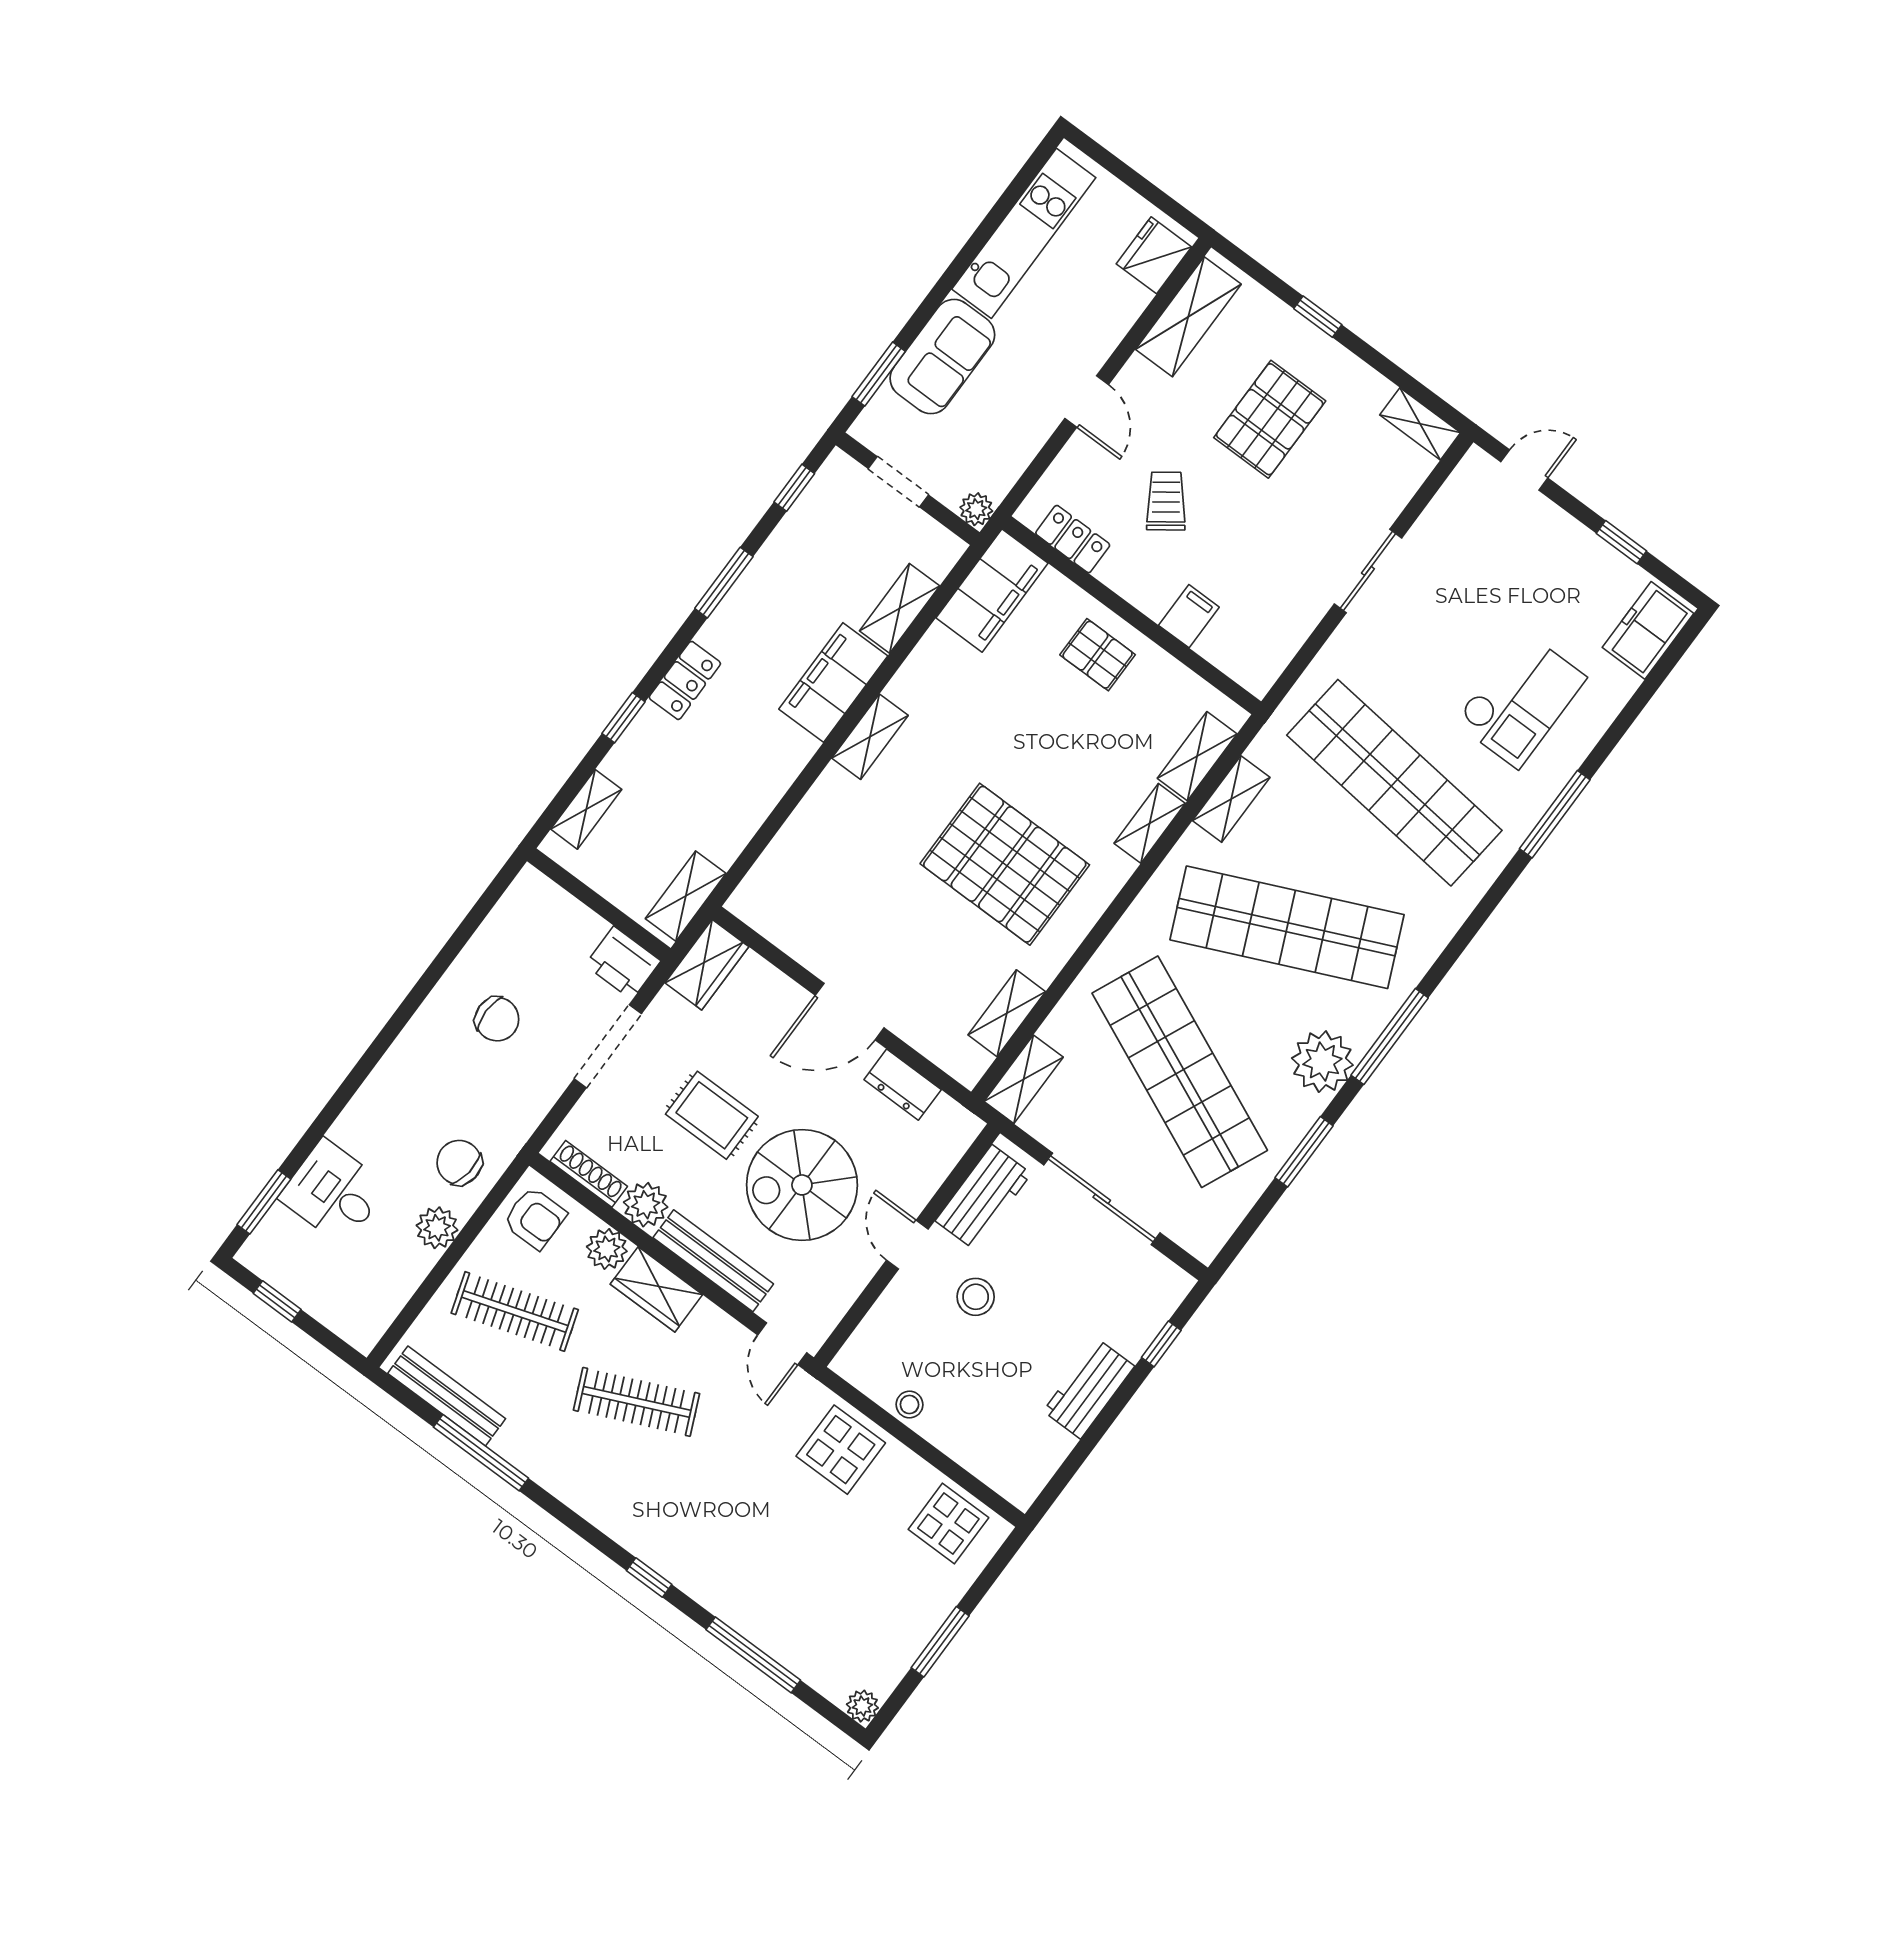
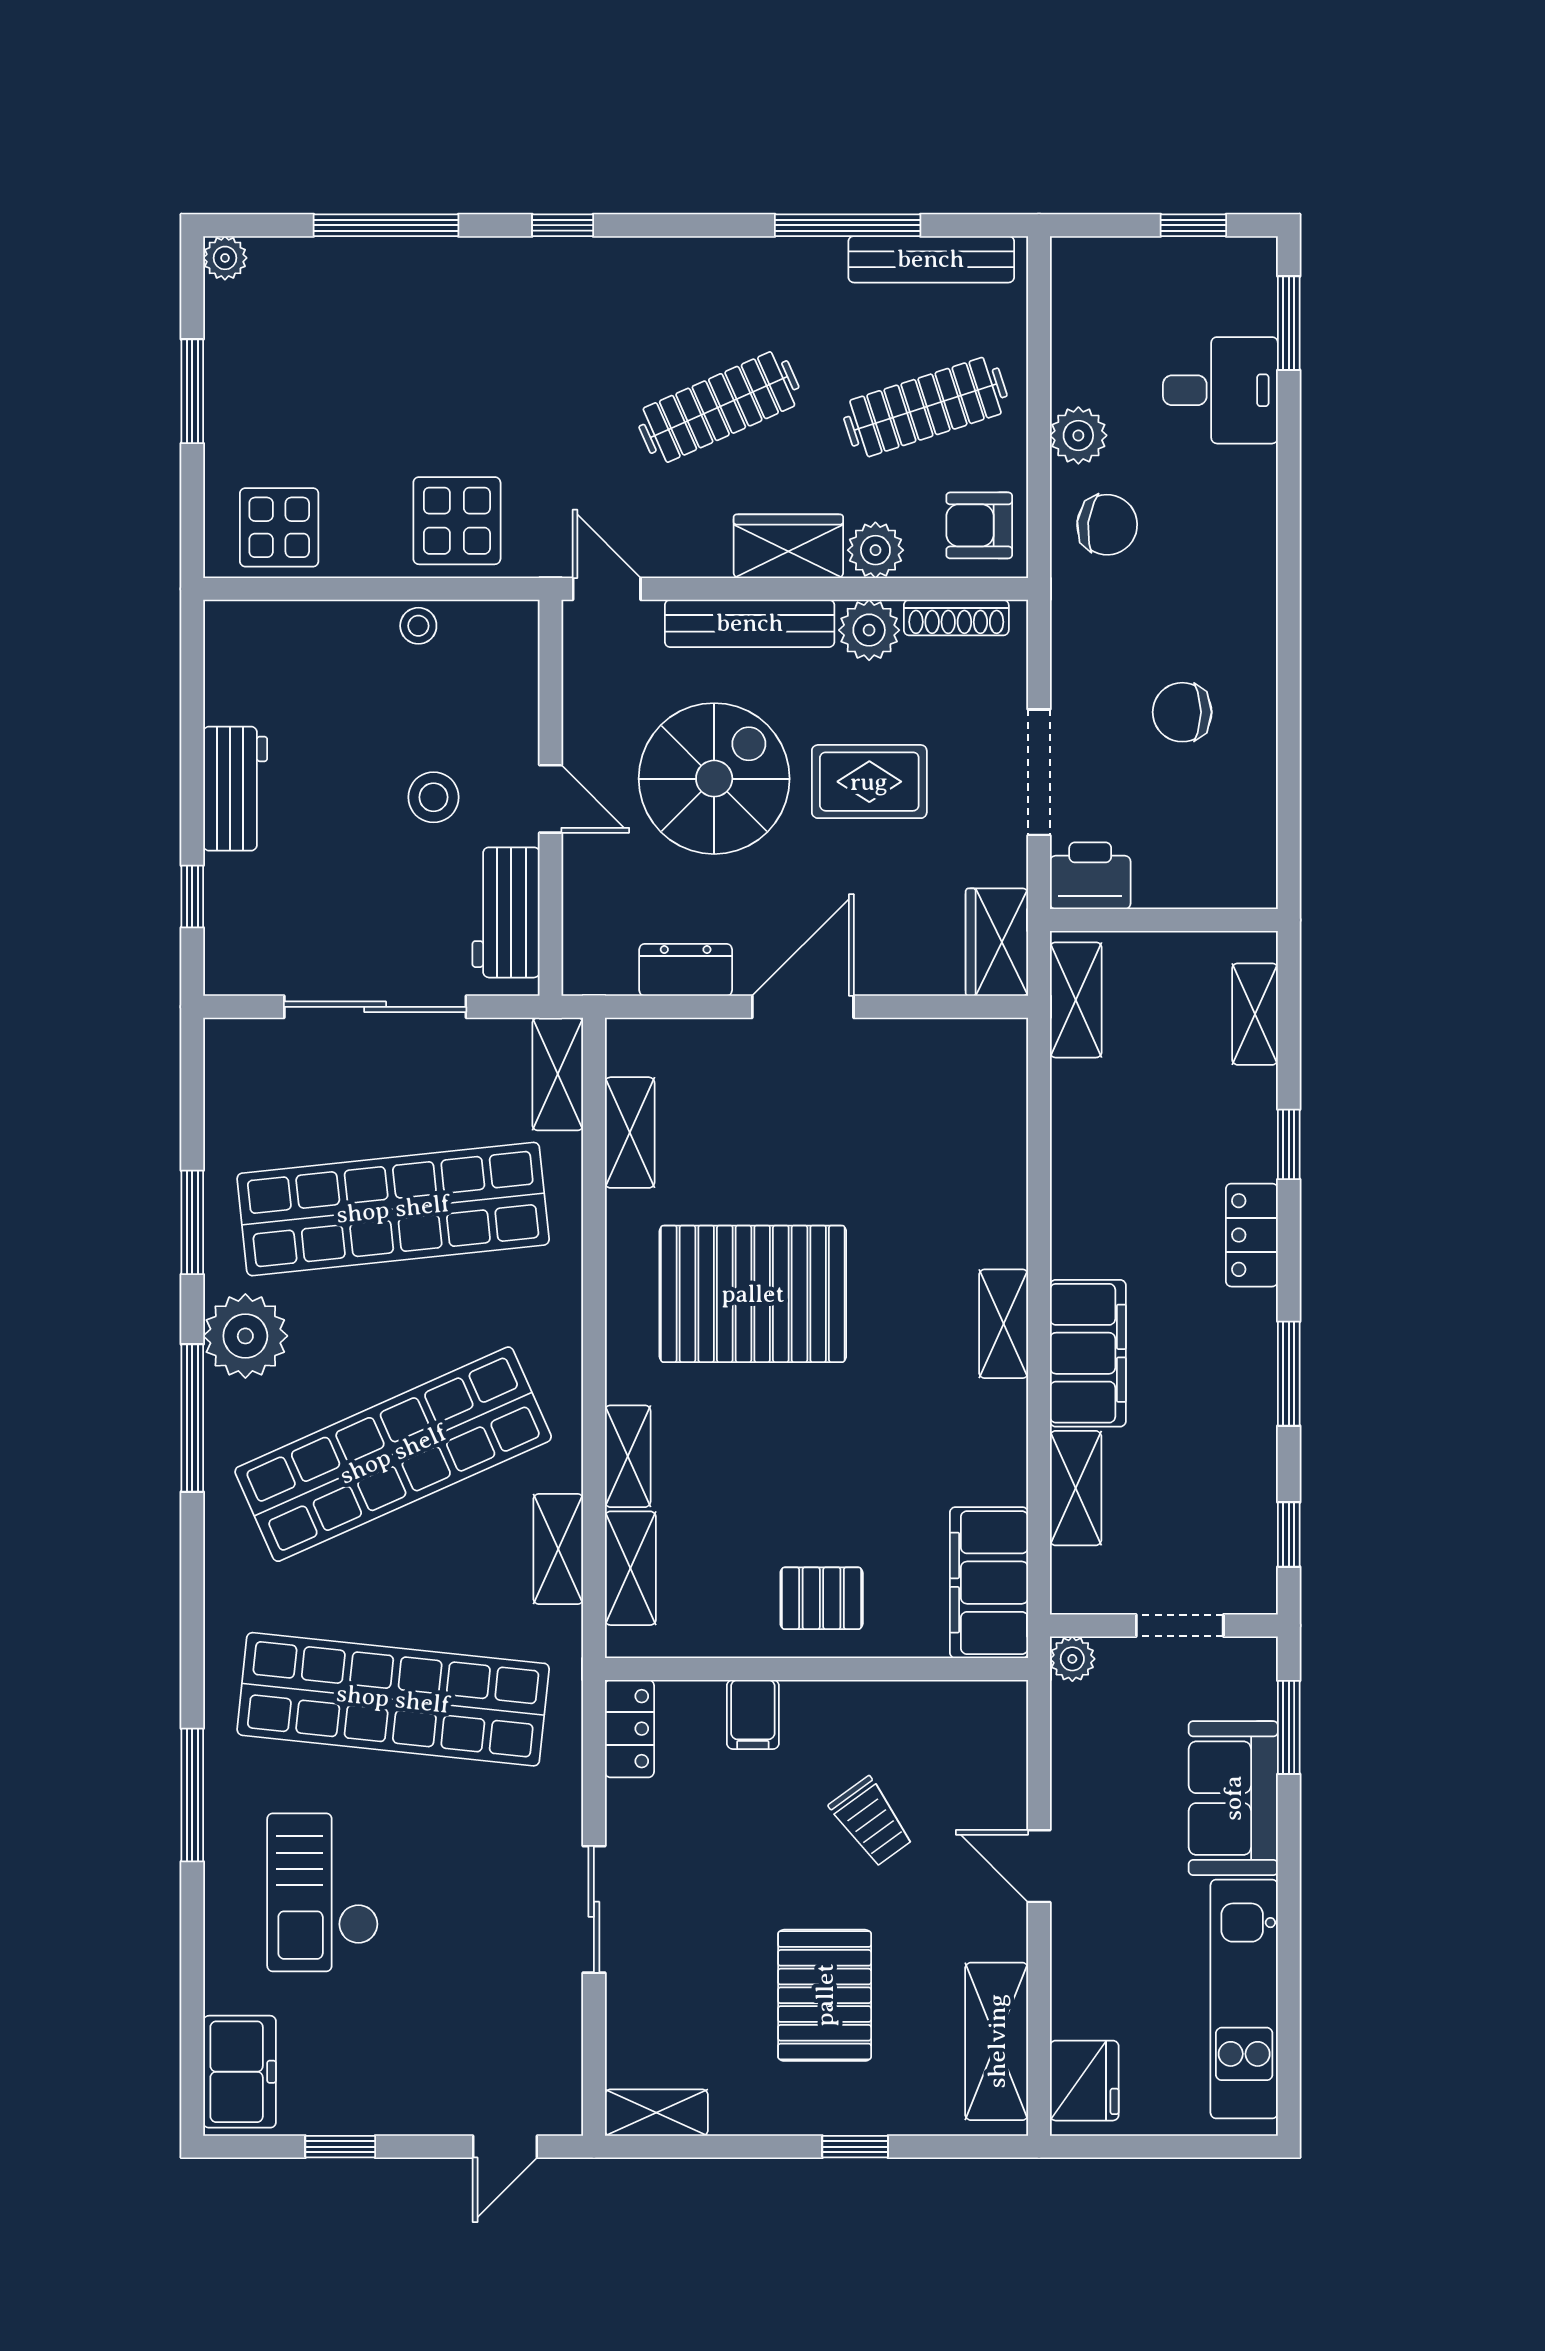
locker: (1073, 539) -> (629, 1729), moved, turned -90
shop shelf: (1180, 1072) -> (393, 1209), turned -30

